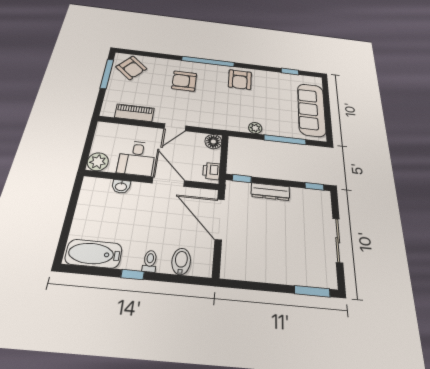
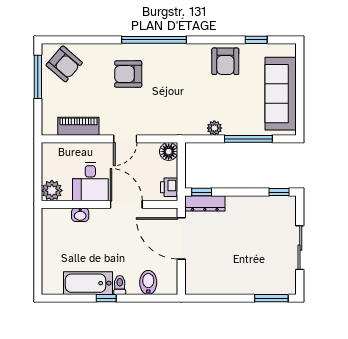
armchair: (240, 80) -> (225, 61), moved
dresser: (270, 192) -> (205, 203), moved
bathtub: (94, 254) -> (88, 283), moved

